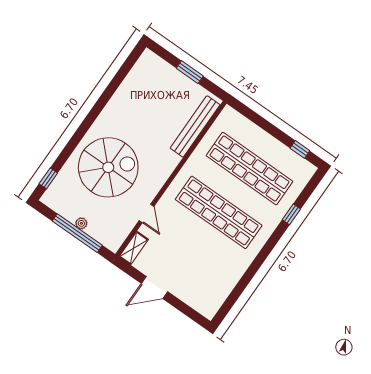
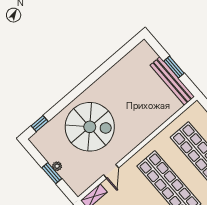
bench: (195, 126) -> (172, 81), moved, turned 90
window: (77, 233) -> (52, 173), width x0.47

